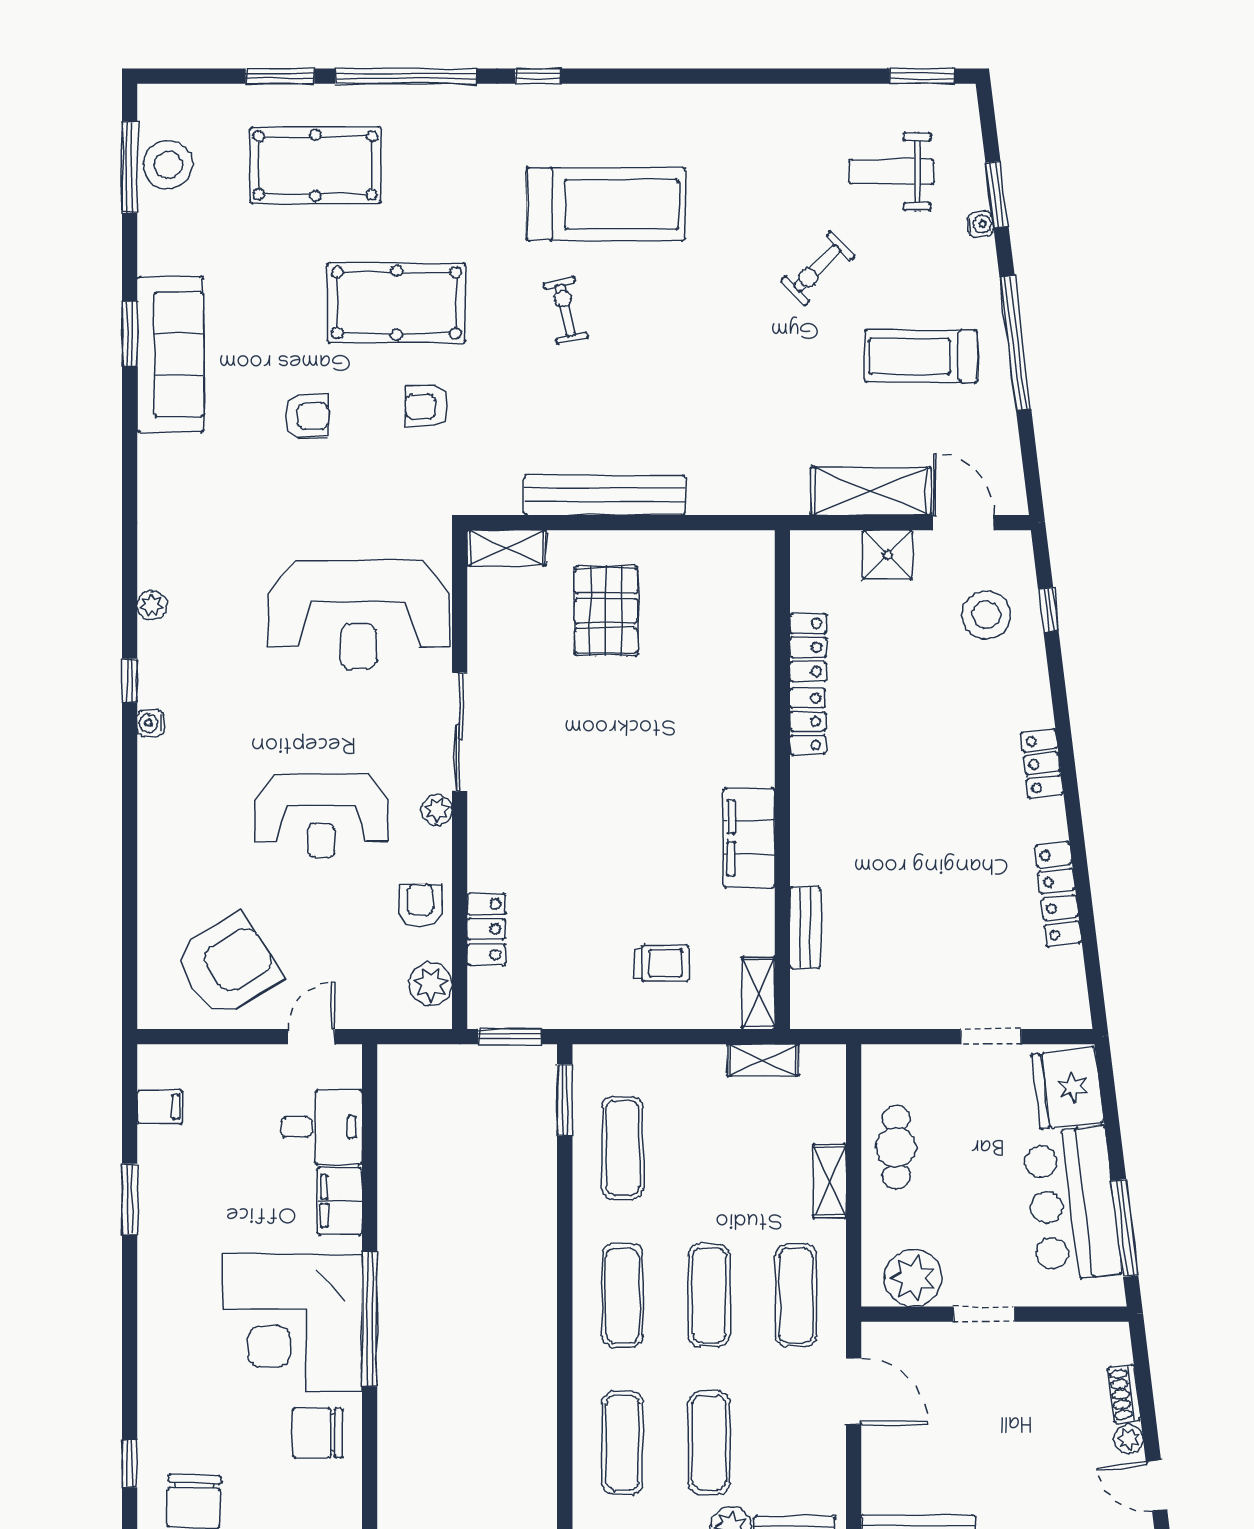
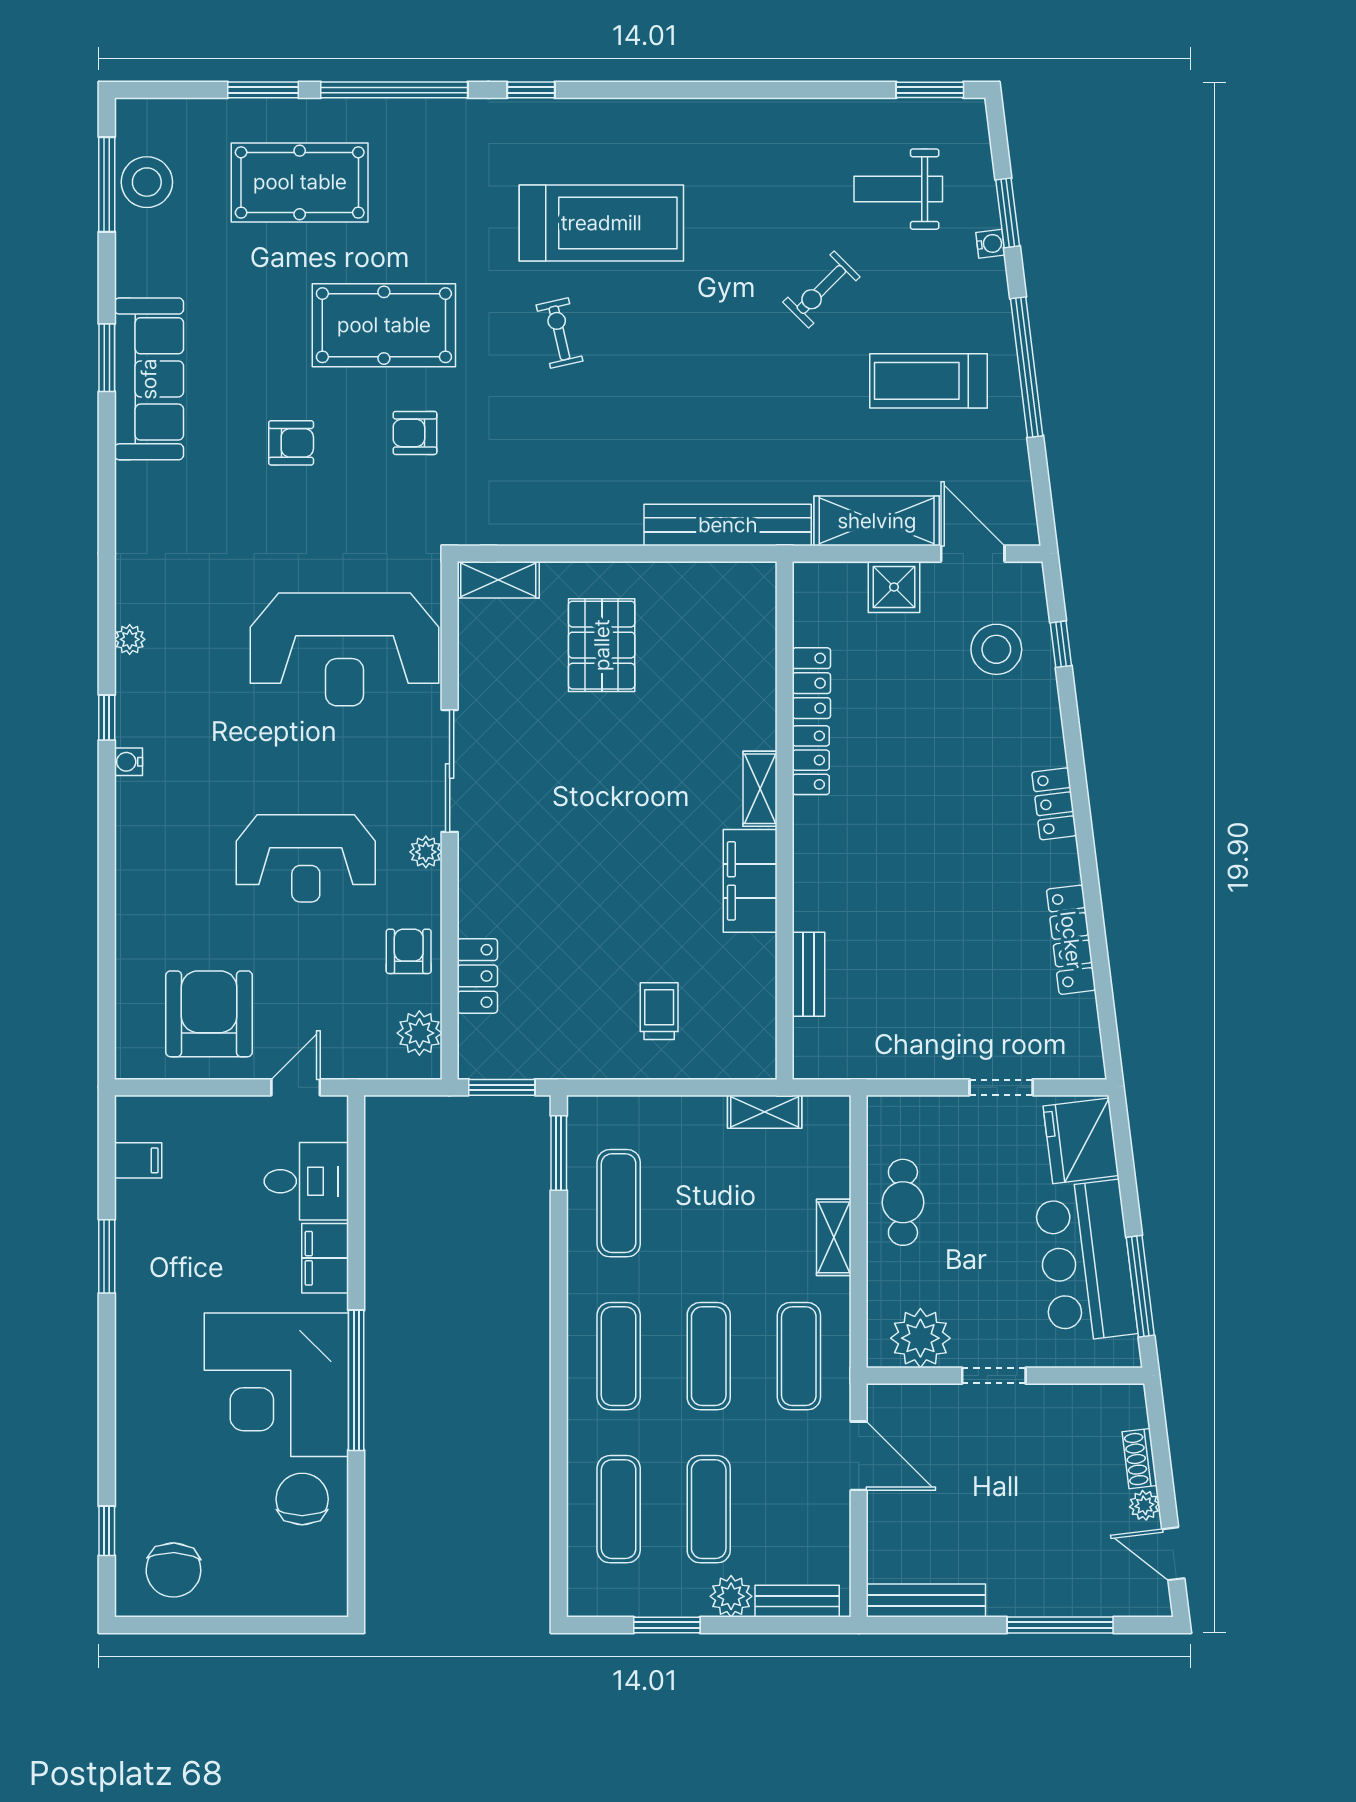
bench: (605, 495) -> (728, 525), moved
trolley: (661, 963) -> (659, 1011), turned -90
armchair: (228, 966) -> (209, 1014), turned -58
shelving: (759, 993) -> (760, 789), moved
chair: (318, 1433) -> (302, 1499), turned 90

